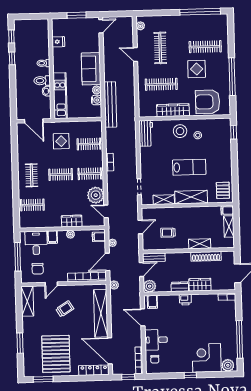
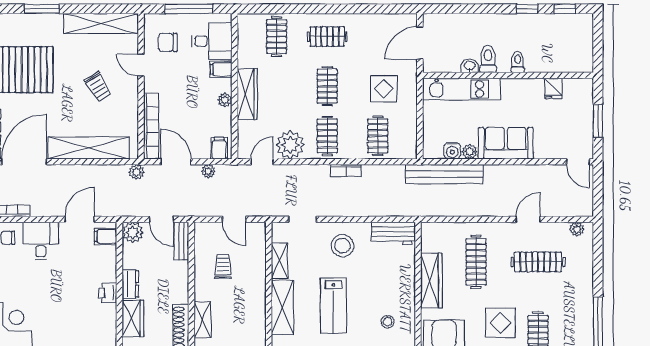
stool: (180, 131) -> (343, 246), moved
wardrobe: (72, 221) -> (247, 94), width x1.50
shelving: (27, 301) -> (101, 23), width x1.47

